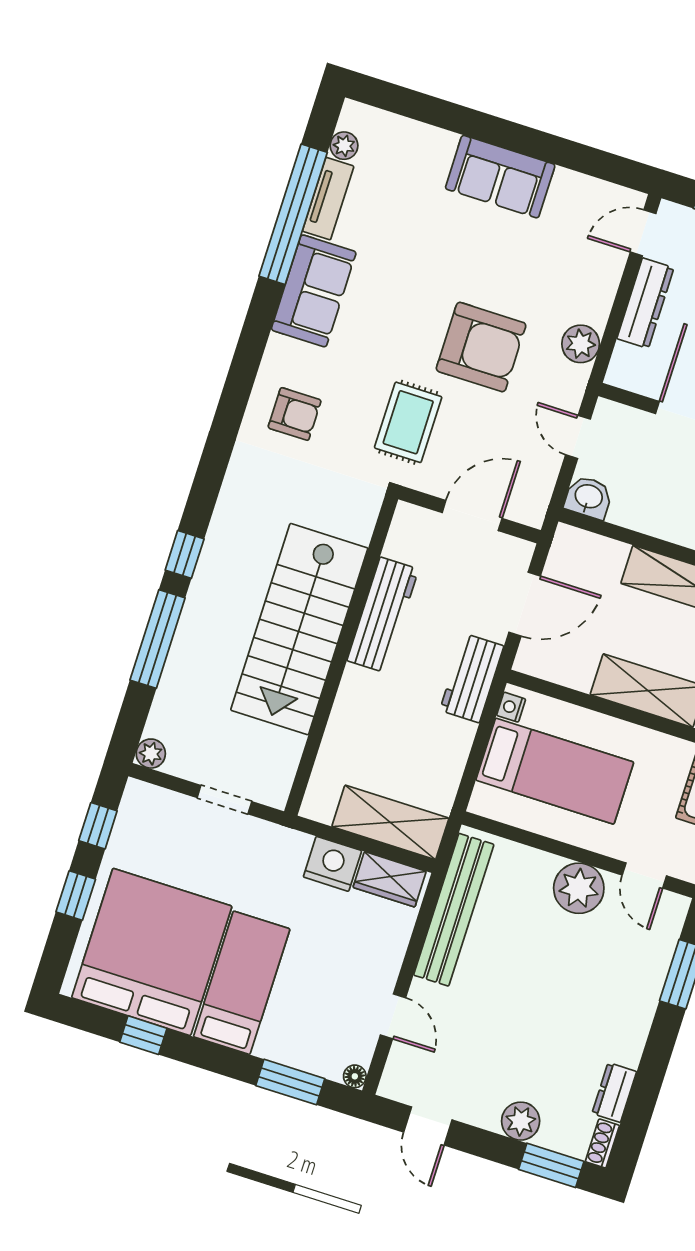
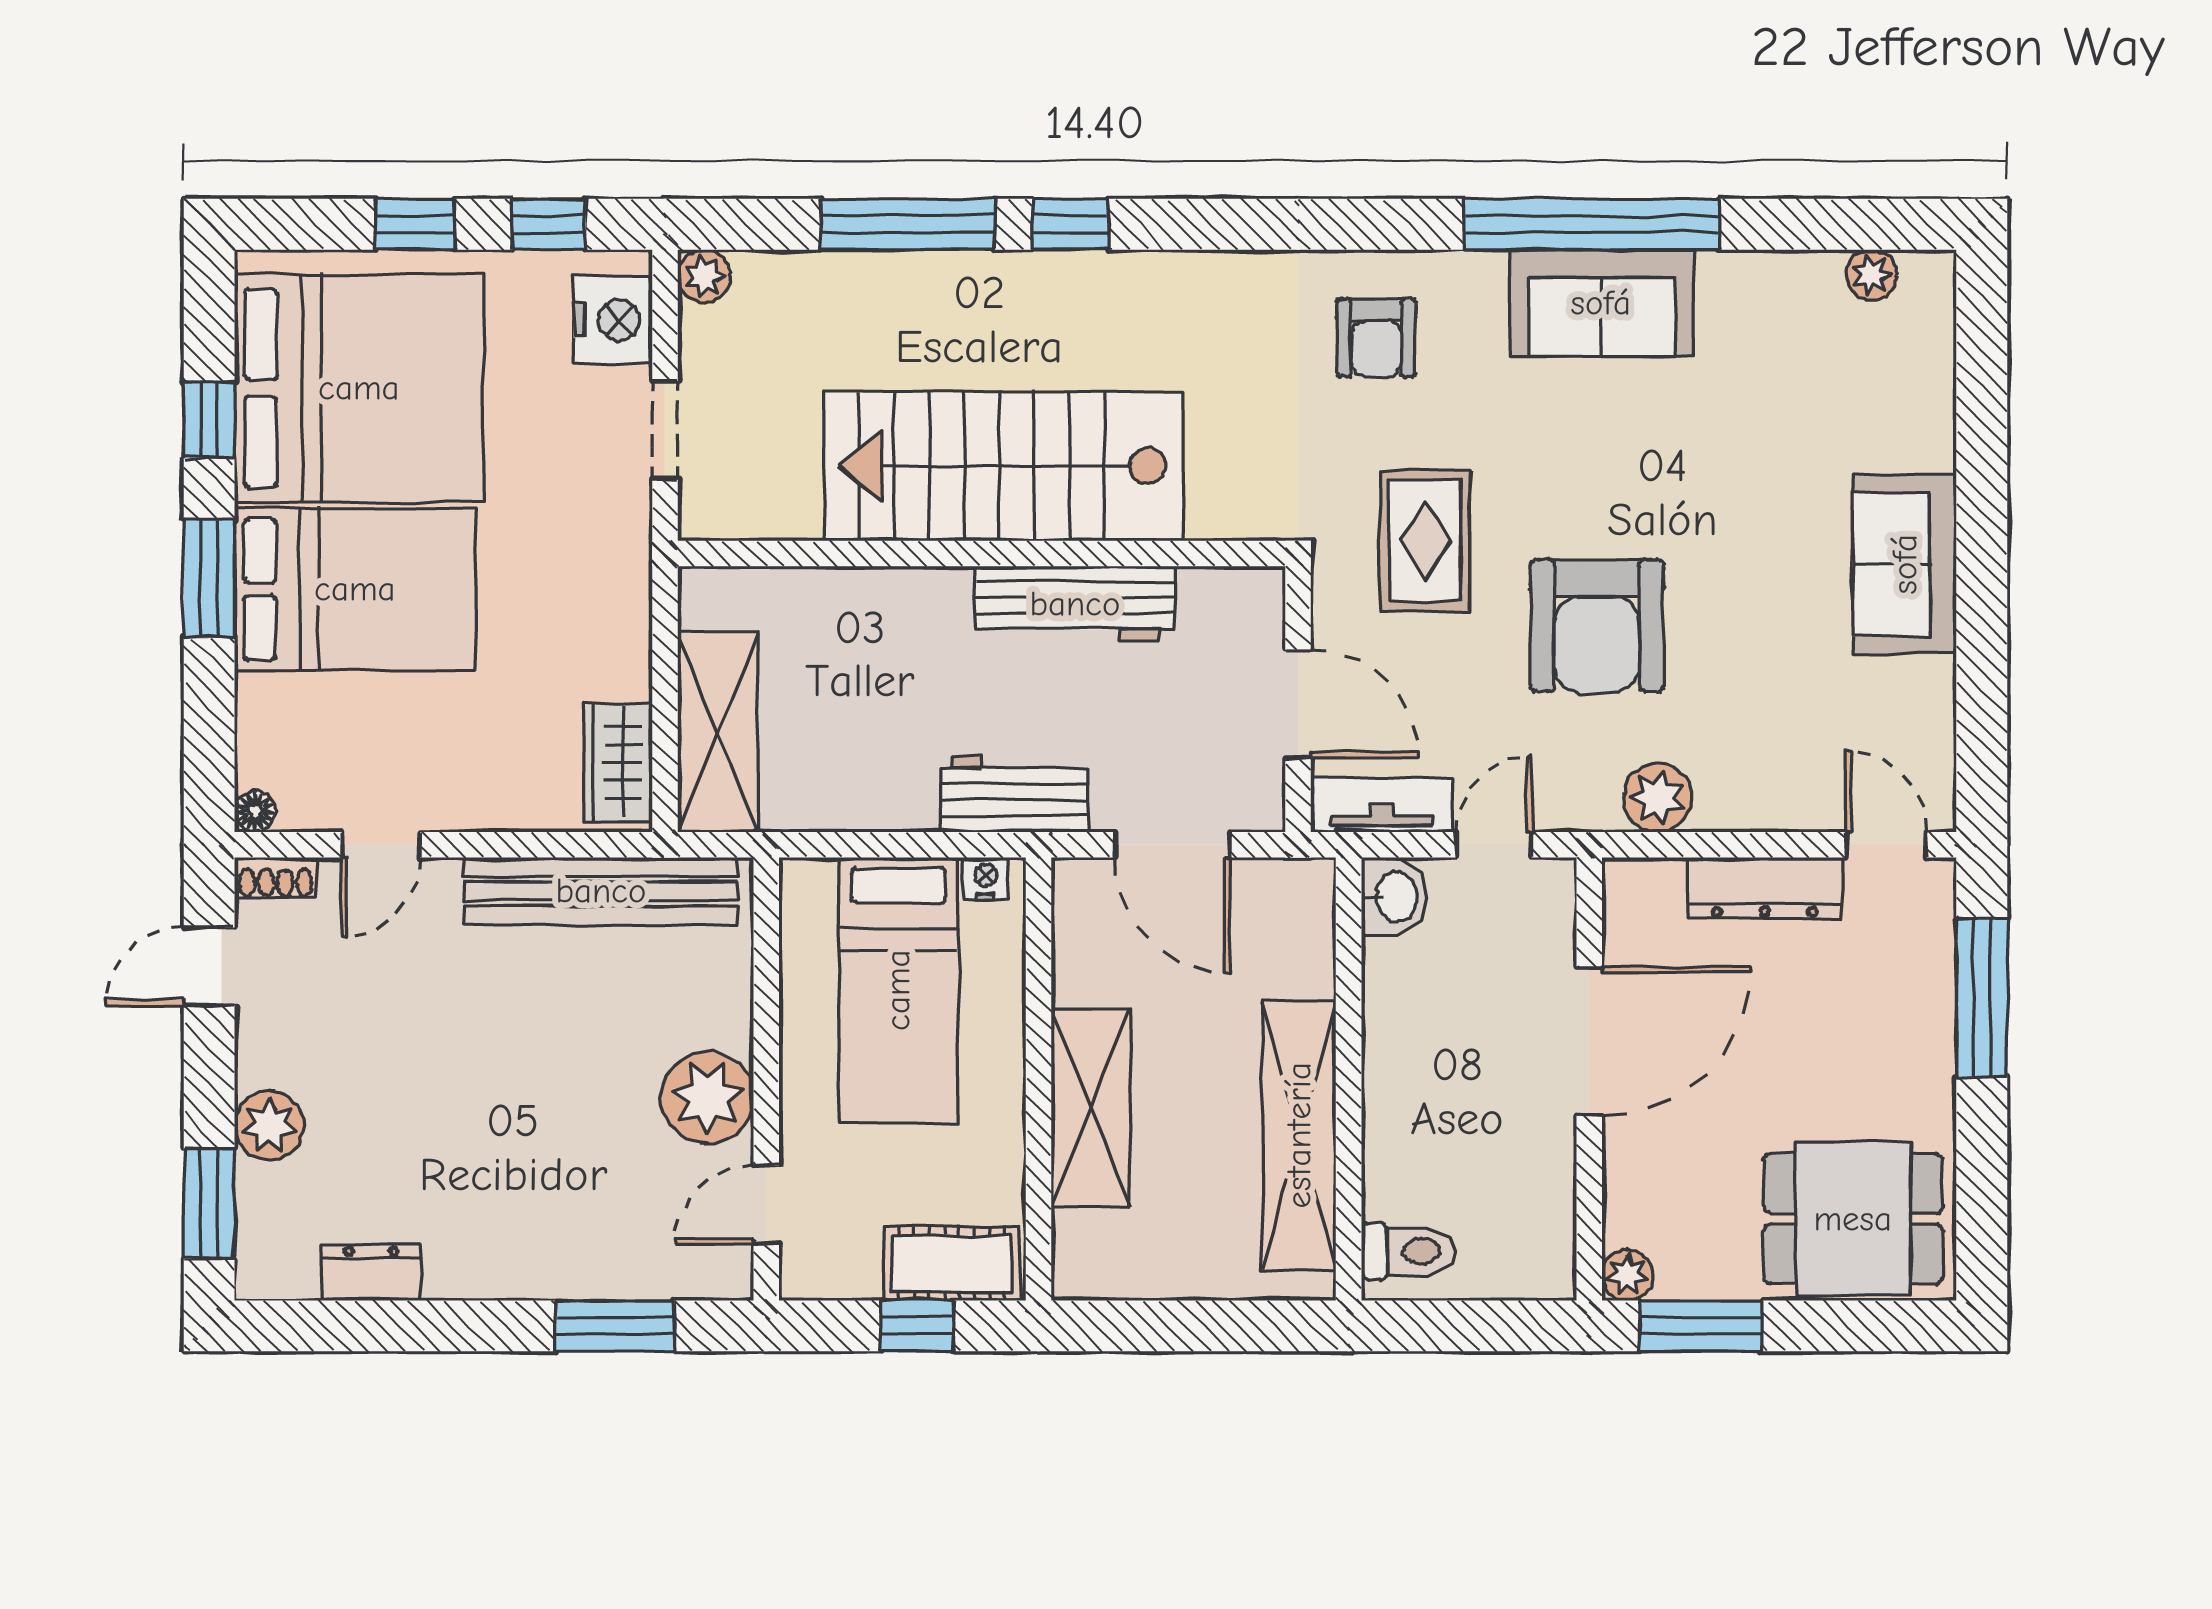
tv unit: (328, 199) -> (1382, 805), moved, turned 180
window: (293, 214) -> (1592, 224), moved
rug: (408, 422) -> (1425, 541), turned 90
nightstand: (332, 864) -> (613, 320), moved
bed: (242, 983) -> (355, 589), width x1.50
window: (290, 1082) -> (209, 578), moved
shoe rack: (602, 1143) -> (276, 877), moved, turned 180

